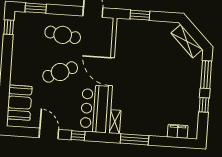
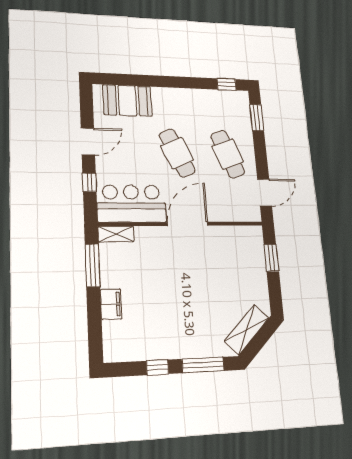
cafe table: (63, 35) -> (228, 154), turned -30
filing cabinet: (178, 131) -> (111, 304), moved

